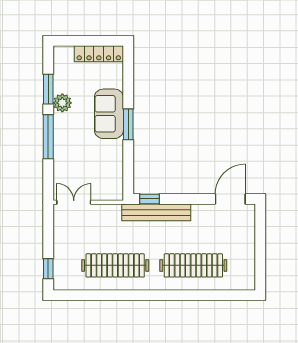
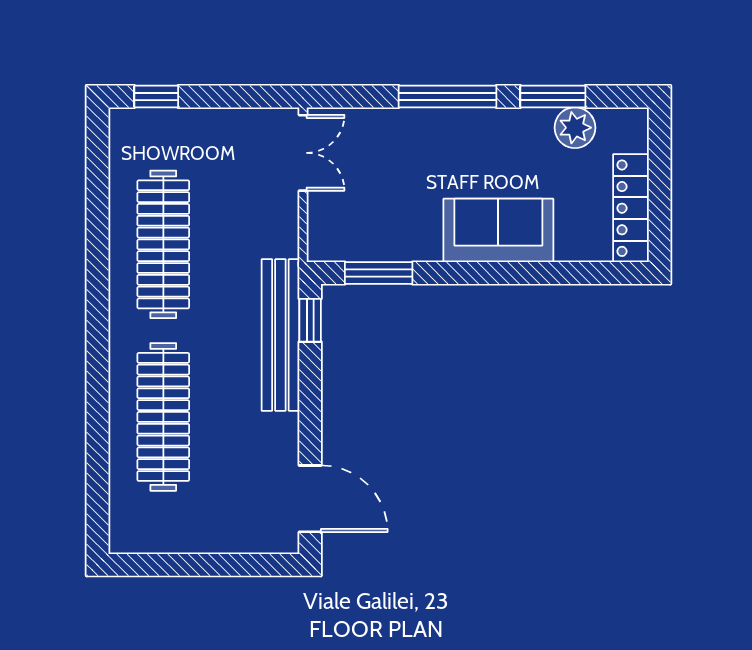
plant: (62, 103) -> (575, 128), moved
window: (128, 124) -> (379, 273), moved

